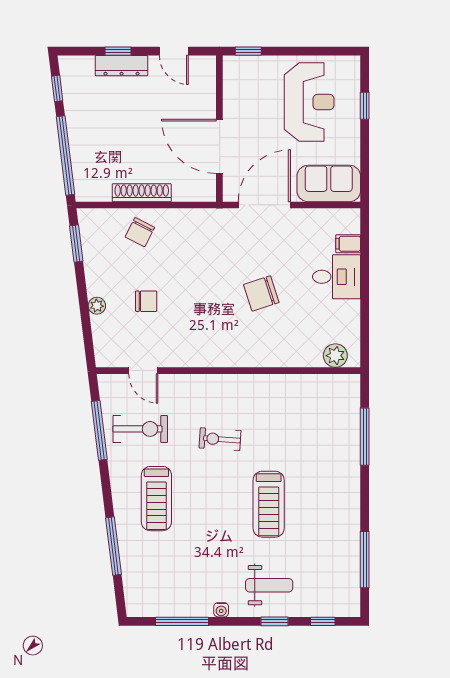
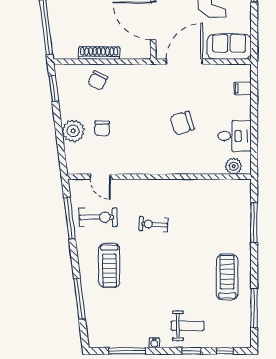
desk: (336, 277) -> (234, 136), moved
chair: (146, 301) -> (102, 128), turned 90
plant: (97, 306) -> (73, 131), width x1.88, depth x1.88
treadmill: (269, 504) -> (227, 277), moved, turned 180

